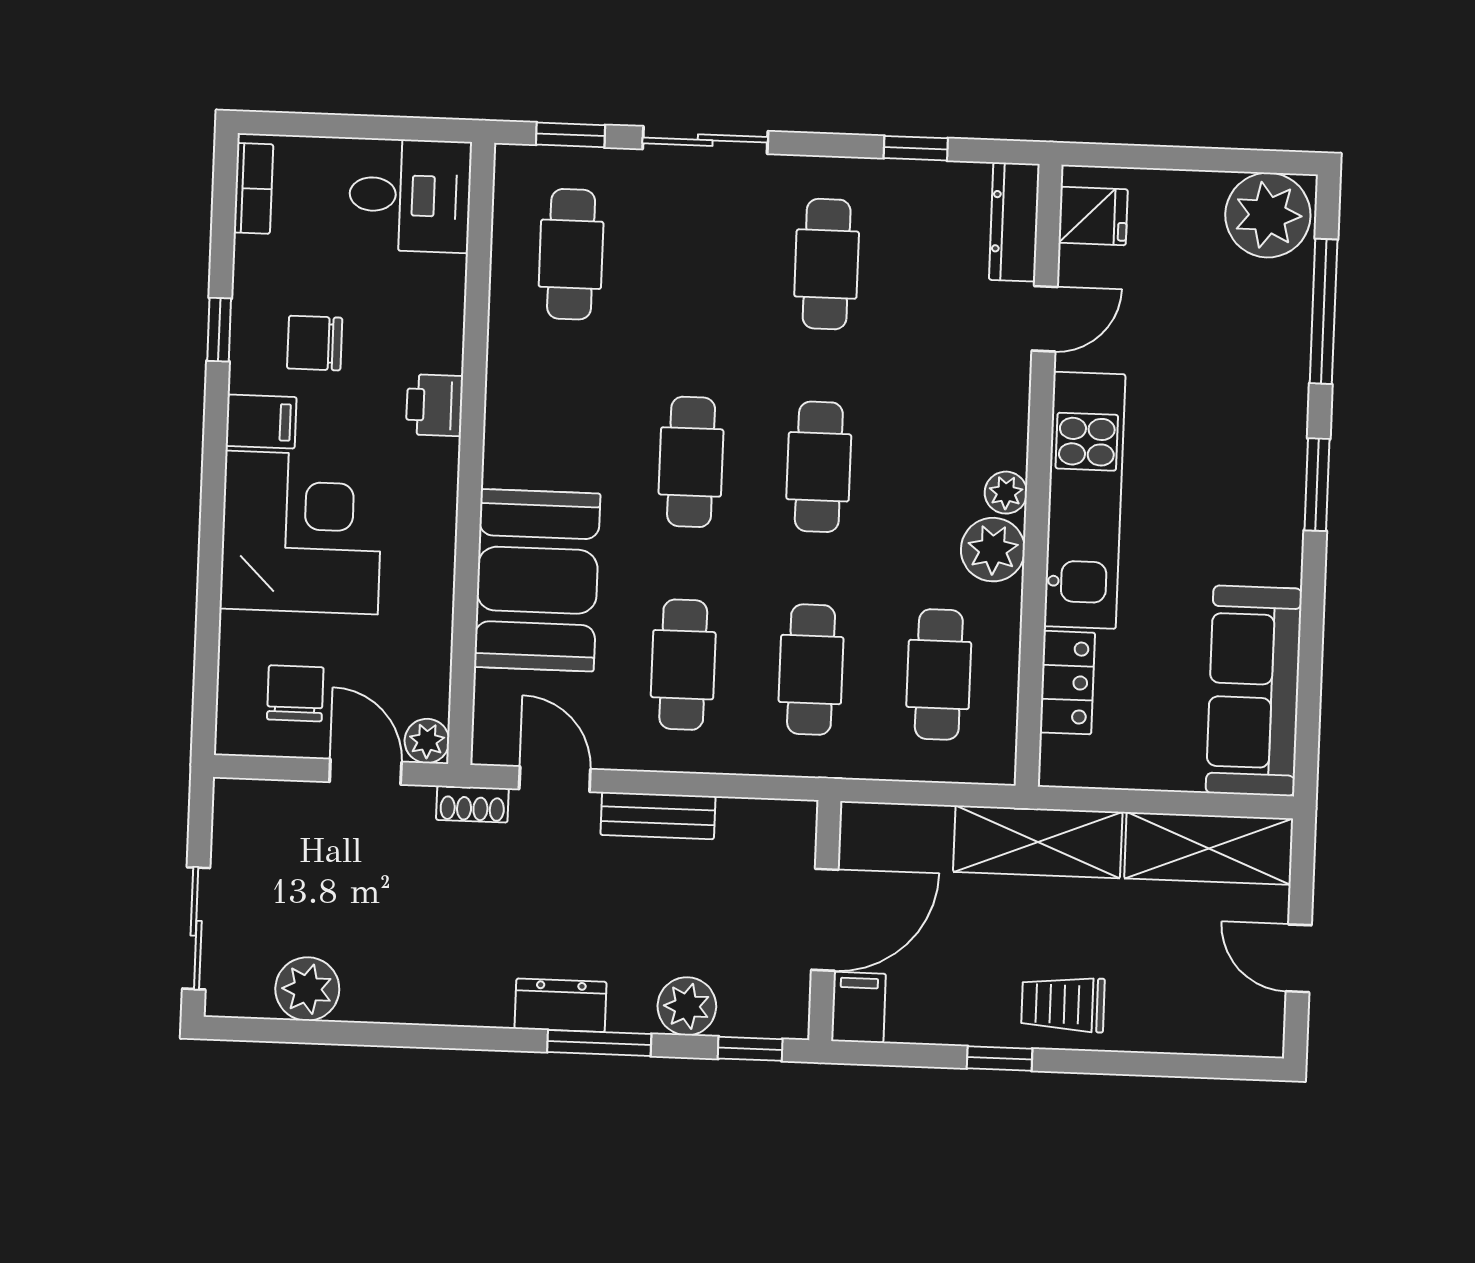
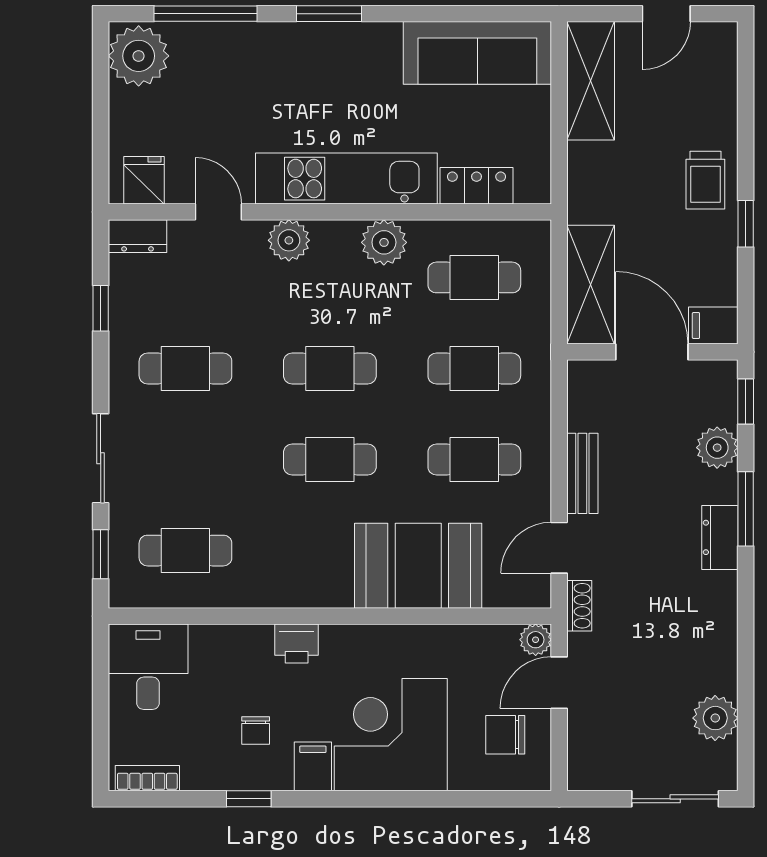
dresser: (1014, 222) -> (138, 236), width x0.70
chair: (315, 343) -> (256, 730), width x0.73, depth x0.73
plant: (1006, 493) -> (289, 240), moved, width x1.38, depth x1.38
shelving: (1038, 842) -> (591, 285), moved

